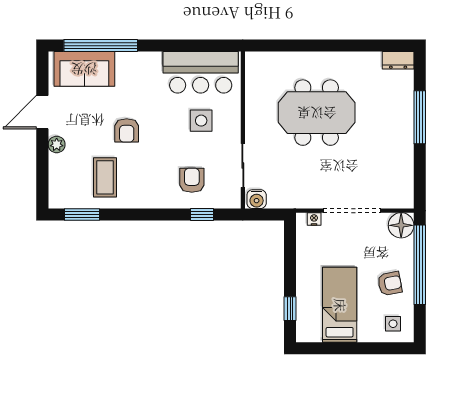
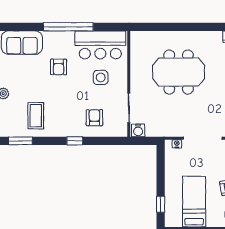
window: (101, 46) -> (68, 27), moved
armchair: (127, 130) -> (59, 67), moved
window: (202, 215) -> (75, 141), moved

